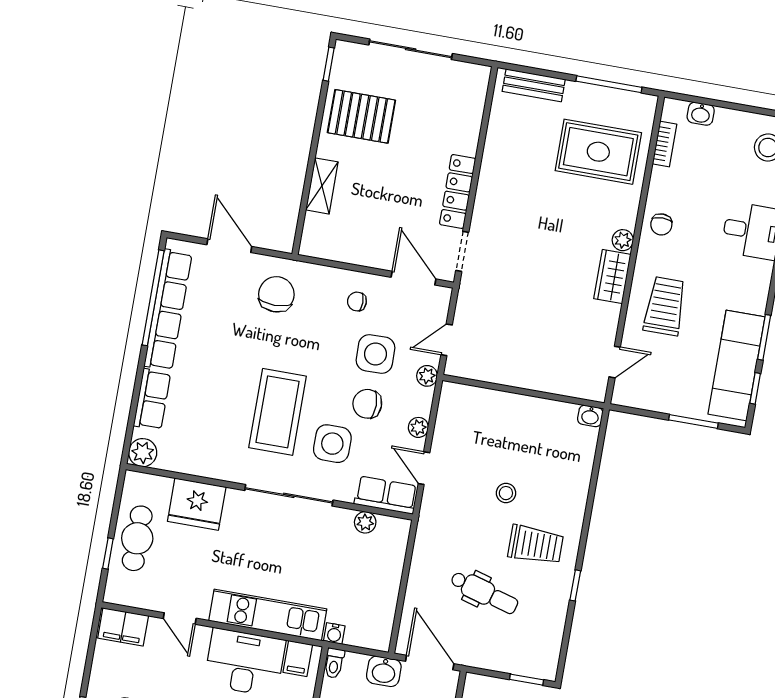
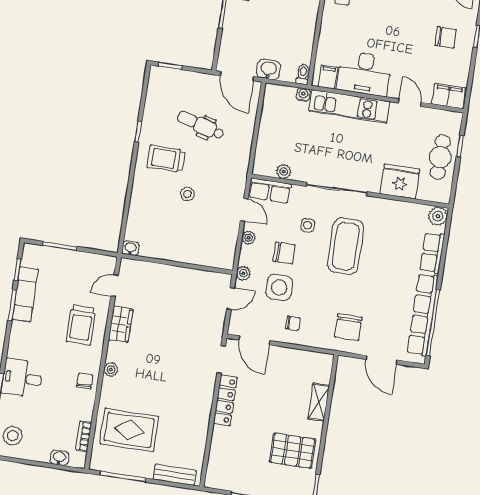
wardrobe: (612, 277) -> (121, 324), moved
exam couch: (736, 366) -> (25, 294), width x0.73, depth x0.69
side table: (332, 444) -> (308, 225), width x0.54, depth x0.54

